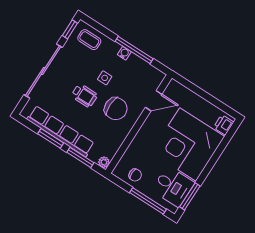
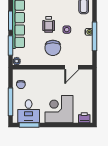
door: (154, 101) -> (72, 67), hinge flipped
corner desk: (188, 145) -> (59, 109), width x0.74, depth x0.74

